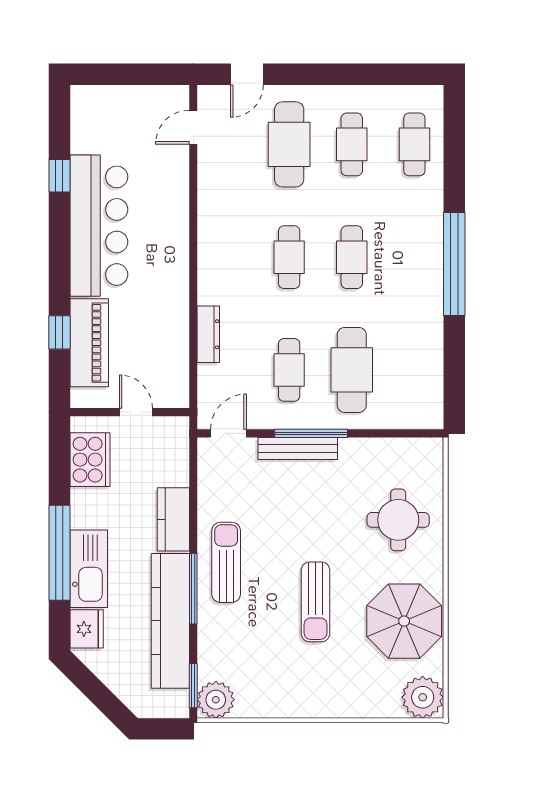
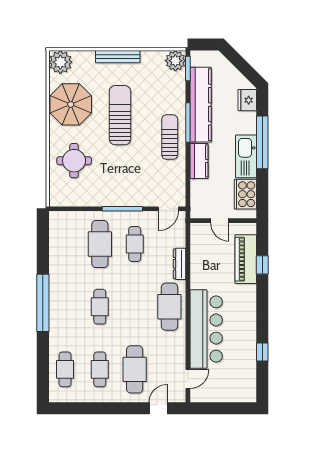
bar counter: (99, 226) -> (206, 329), moved, turned 180
cafe table: (289, 257) -> (169, 307), moved, width x1.37, depth x1.35
bench: (298, 448) -> (118, 57), moved
sun lounger: (226, 562) -> (170, 137), turned 180
kitchen sink: (89, 569) -> (246, 156), moved
sun lounger: (316, 602) -> (120, 115), width x1.36, depth x1.34

